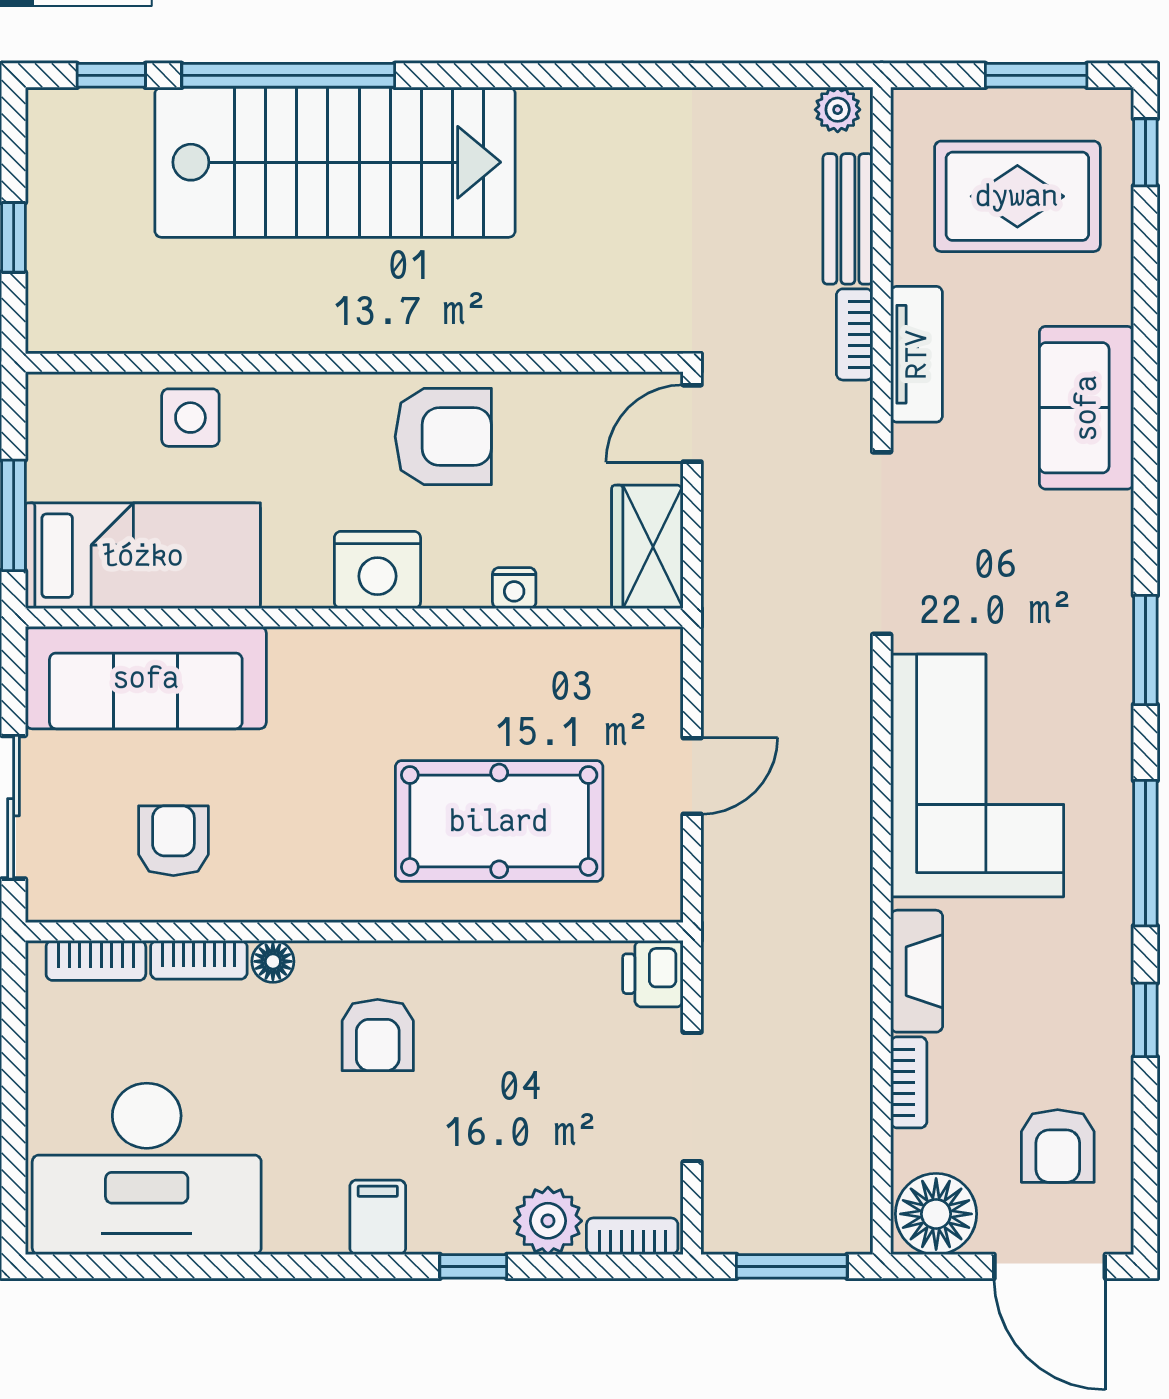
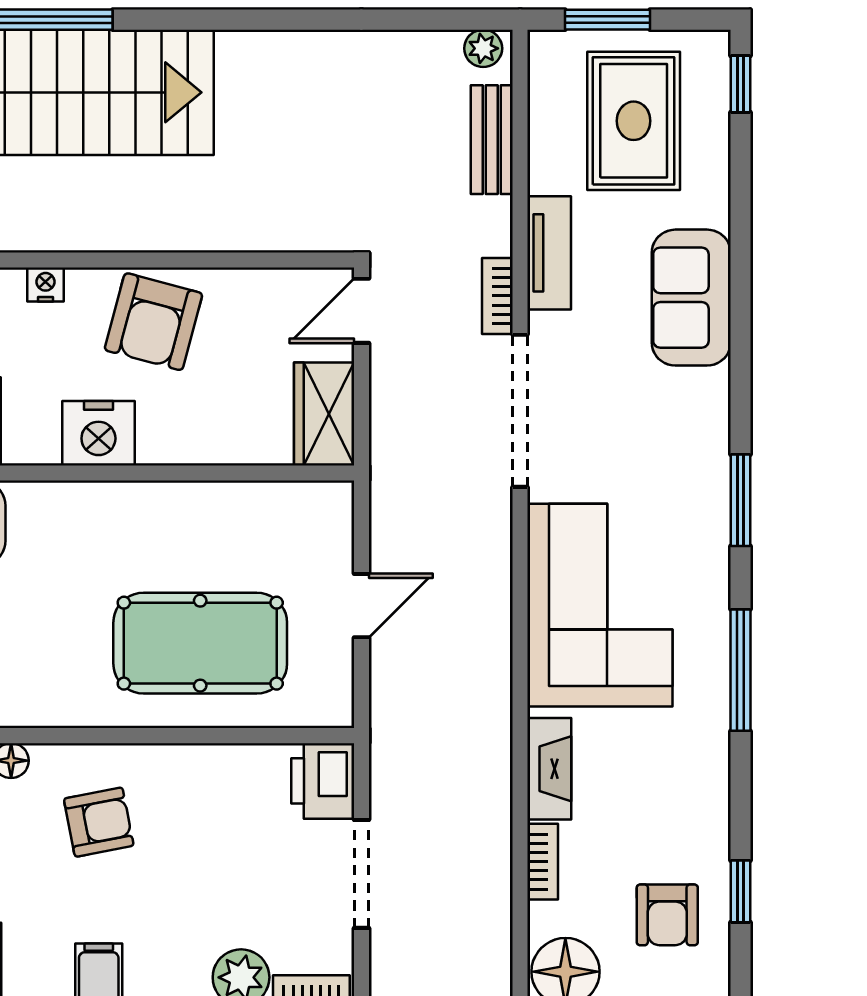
window: (1036, 75) -> (608, 20), moved
rug: (1017, 196) -> (634, 121), turned 90
bookcase: (855, 334) -> (497, 296), moved
armchair: (443, 437) -> (153, 322), turned 105
nightstand: (514, 588) -> (46, 285), moved, turned 180
printer: (653, 974) -> (323, 781), width x1.36, depth x1.24
window: (1145, 1020) -> (741, 891), moved
armchair: (378, 1035) -> (99, 822), turned -101

